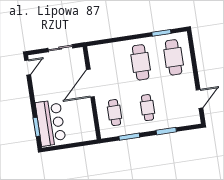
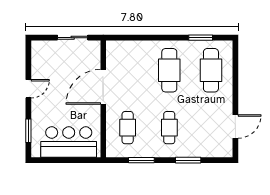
door: (28, 67) -> (28, 89), moved
bar counter: (51, 123) -> (69, 142), moved, turned -90

